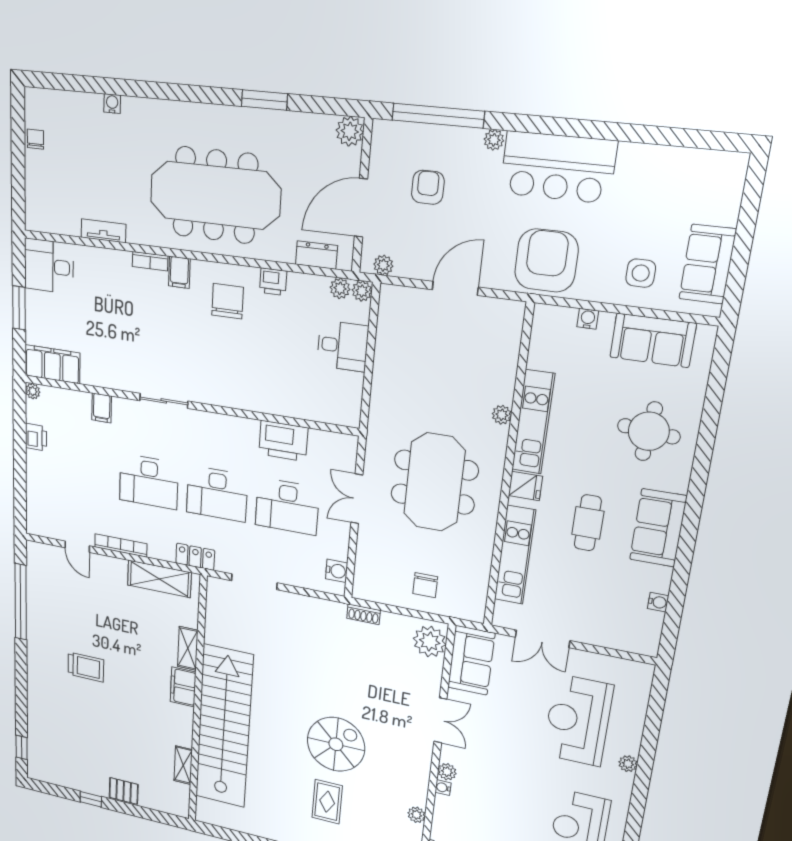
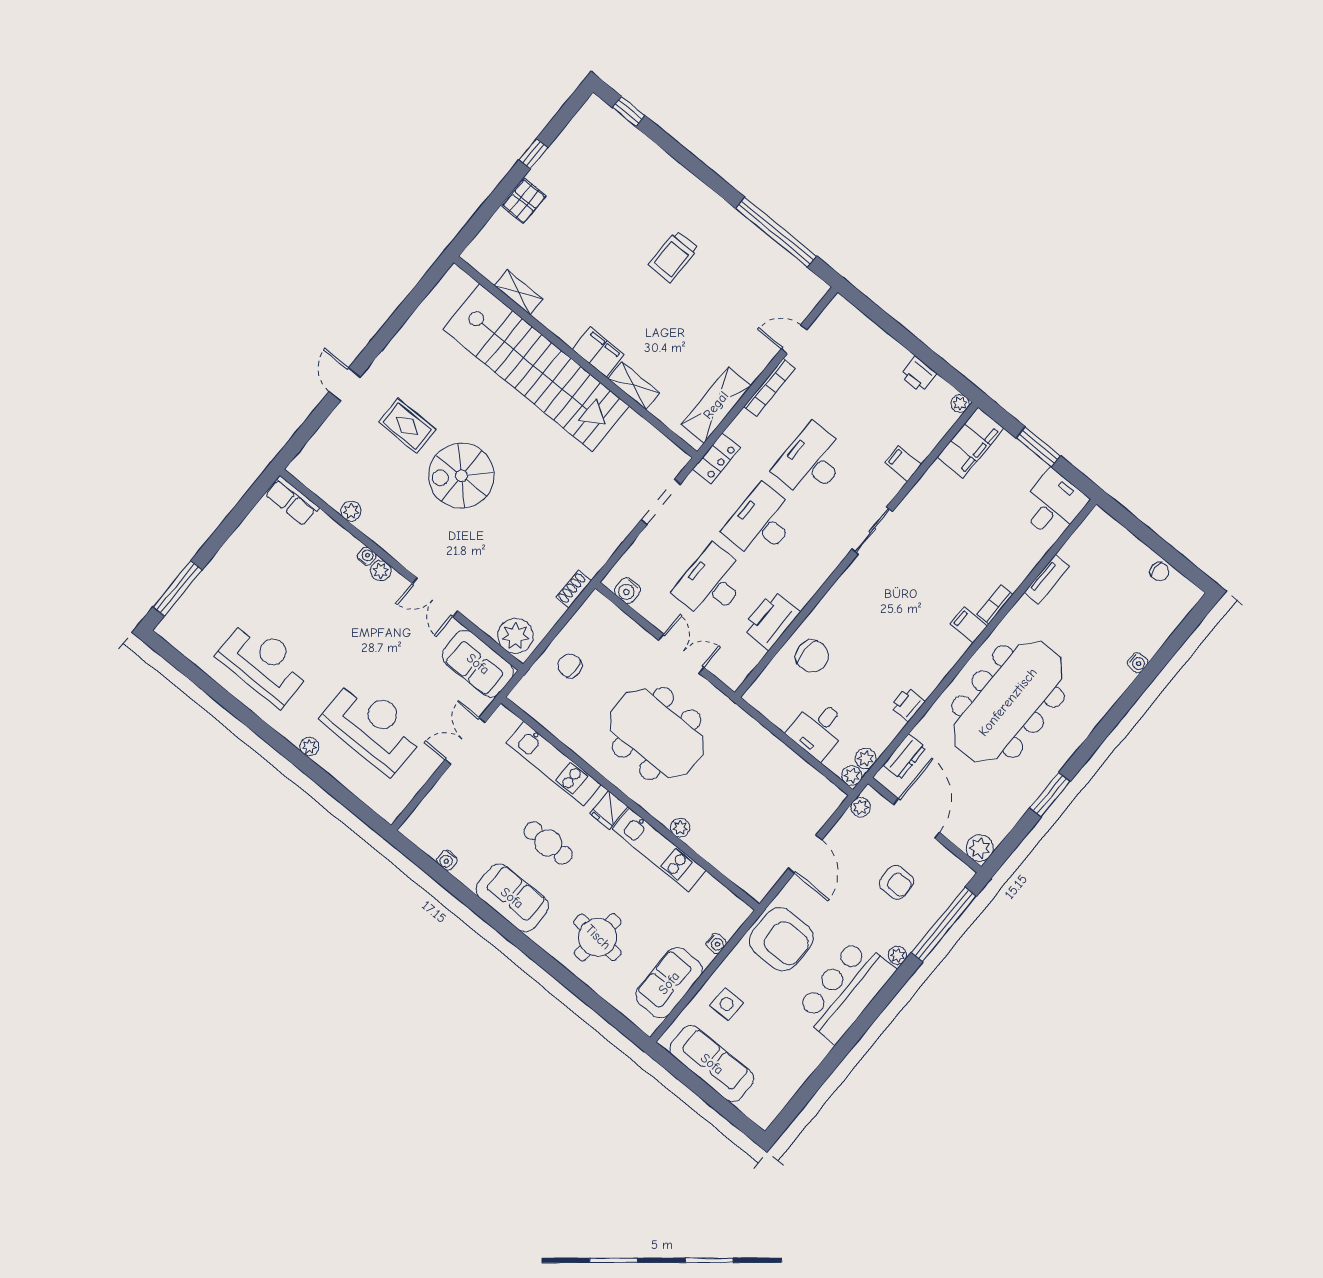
sofa: (708, 264) -> (712, 1064), width x1.36
chair: (228, 301) -> (812, 656), moved
spiral stairs: (336, 744) -> (461, 476), turned 90

